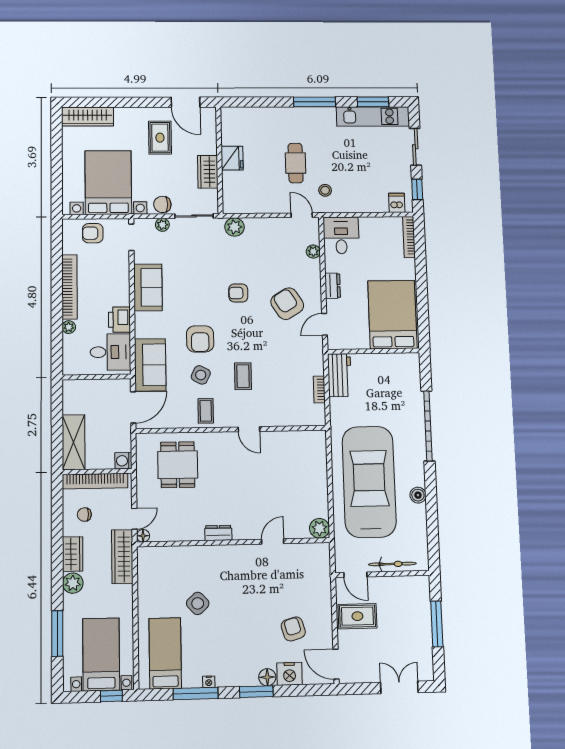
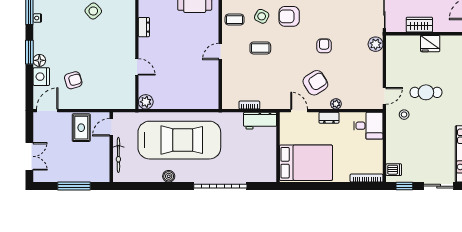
plant: (313, 252) -> (336, 104), moved

